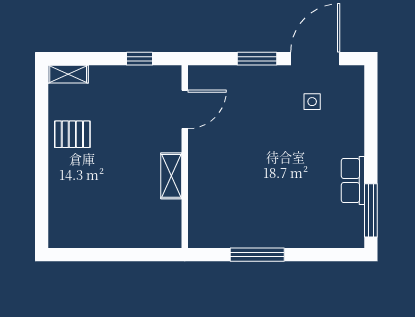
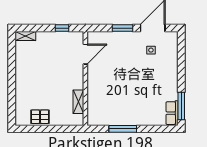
pallet: (72, 134) -> (40, 117), moved
shelving: (171, 176) -> (78, 102), moved
row of seats: (353, 180) -> (172, 113), moved

